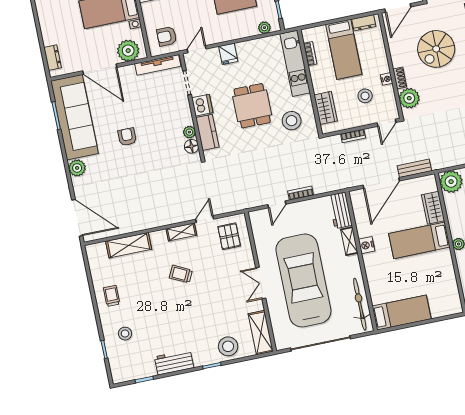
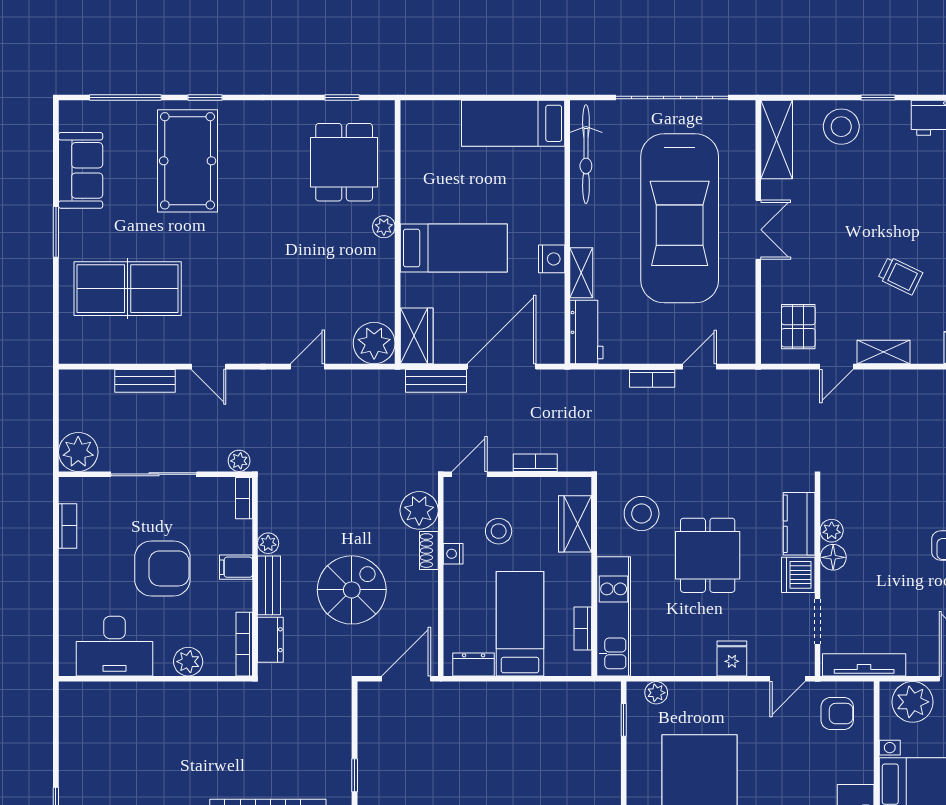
floor lamp: (191, 146) -> (833, 557), moved
wardrobe: (433, 208) -> (417, 336), moved

